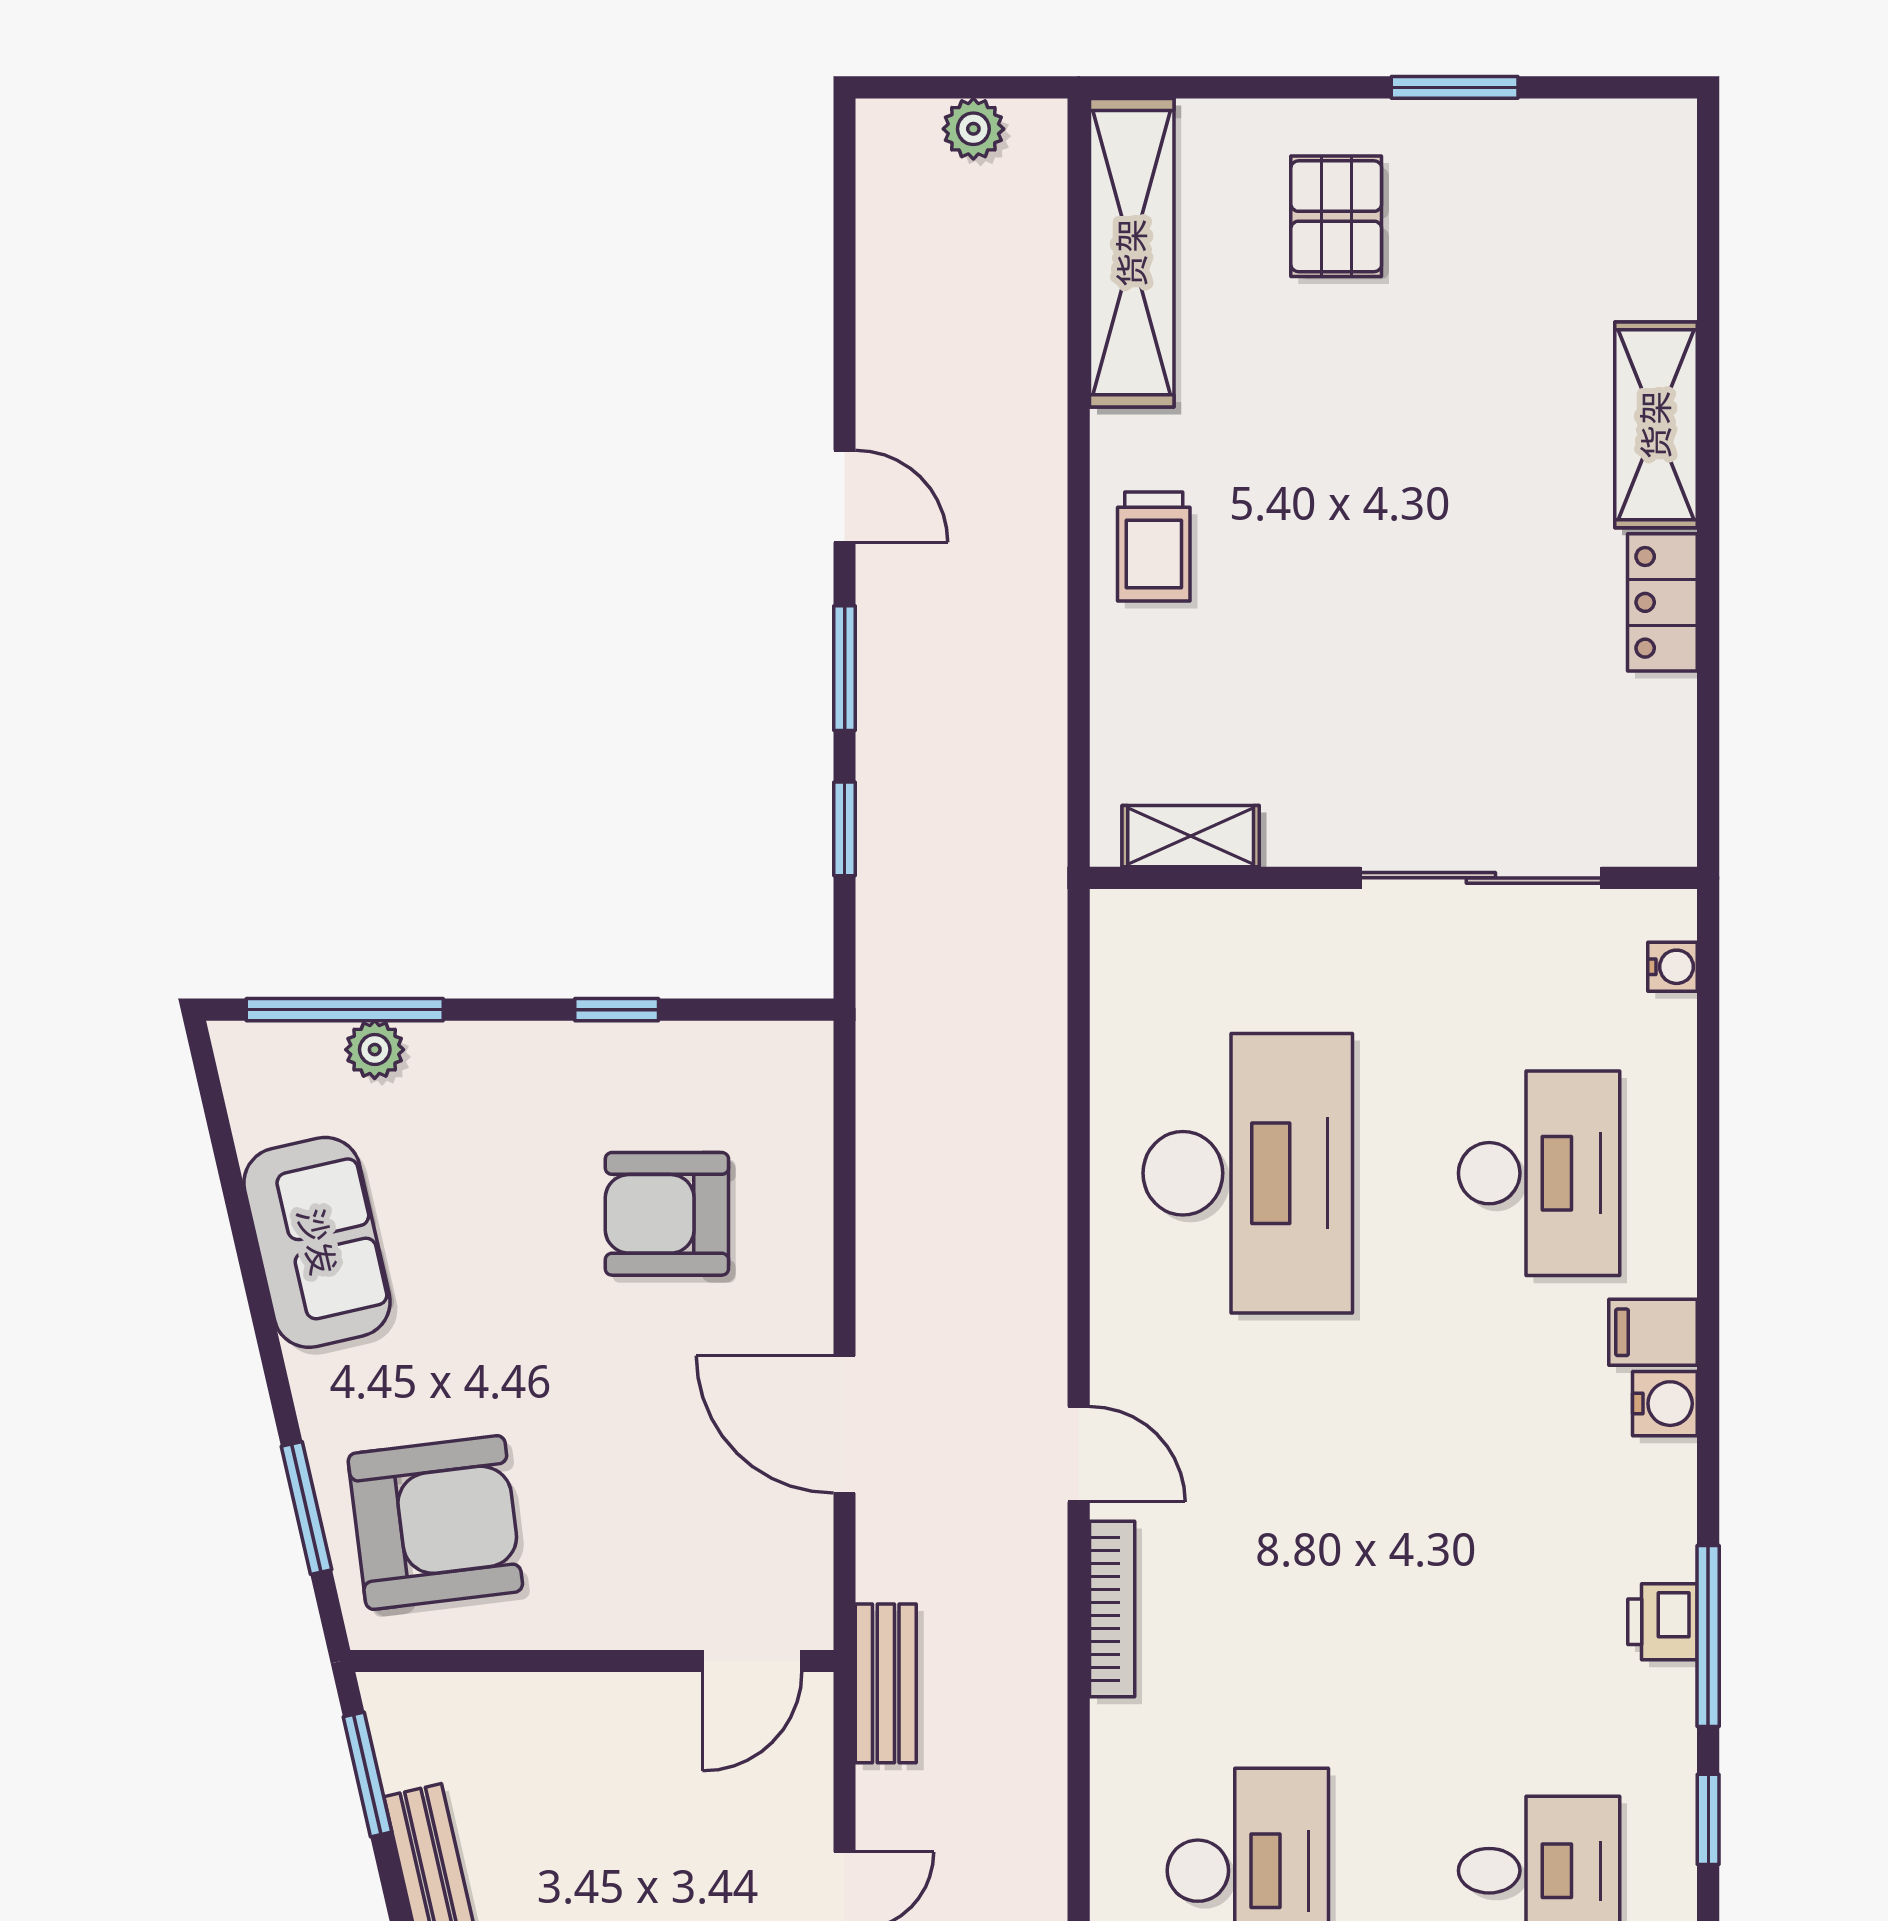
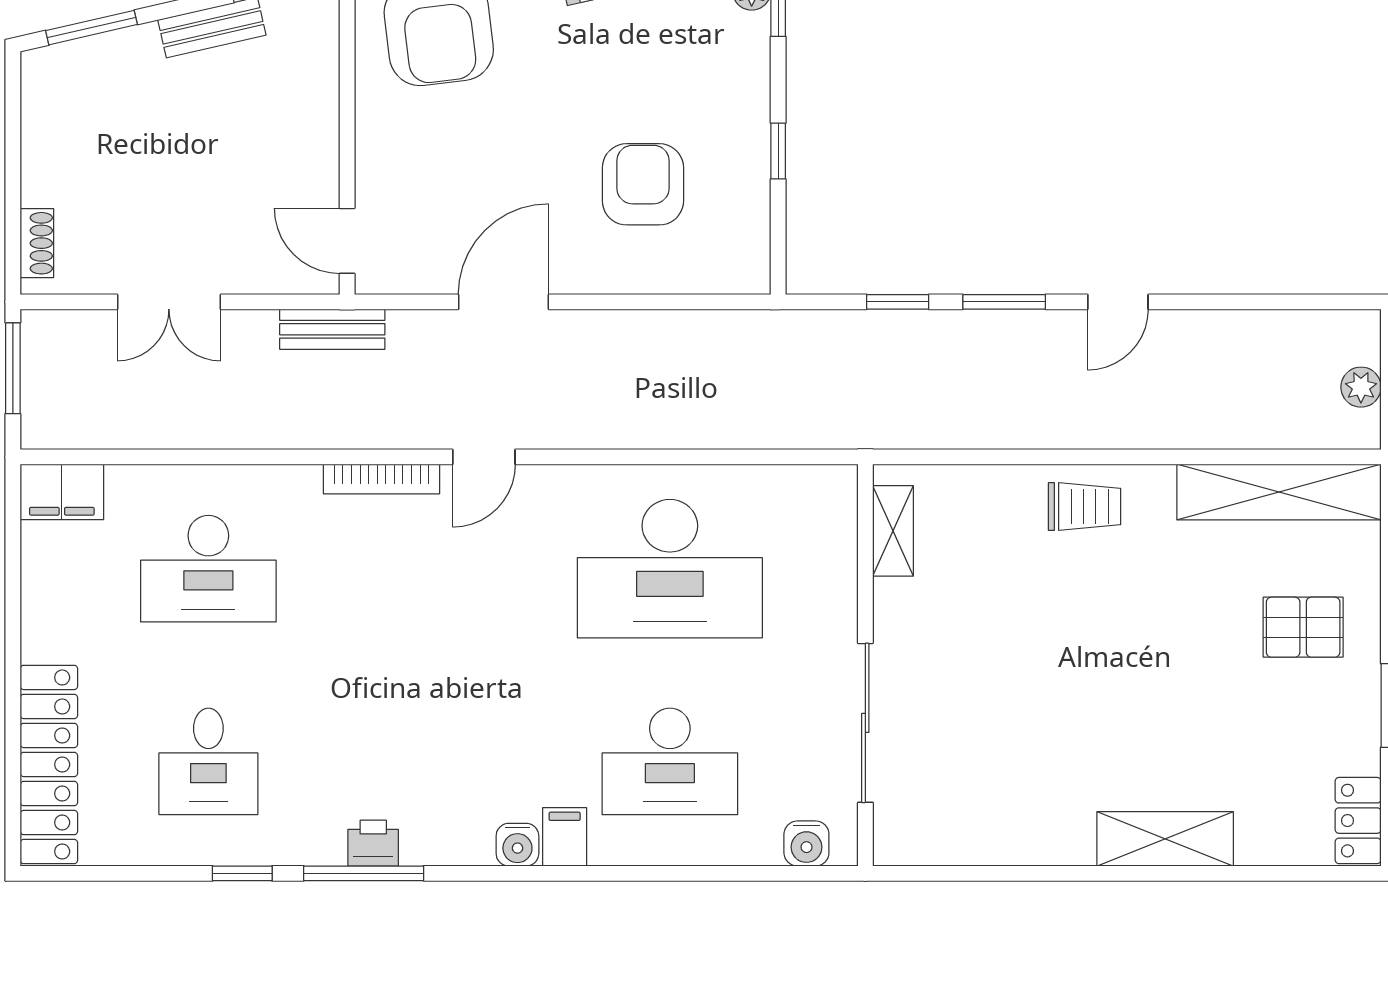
trolley: (1154, 546) -> (1085, 506), turned 180
locker: (1662, 602) -> (1358, 821), moved, turned -90
water cooler: (1673, 967) -> (806, 844), width x1.38, depth x1.38

